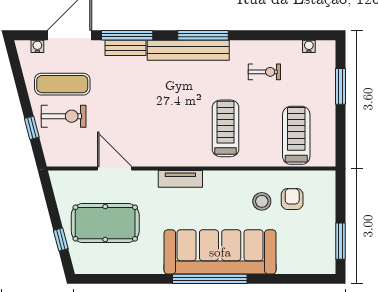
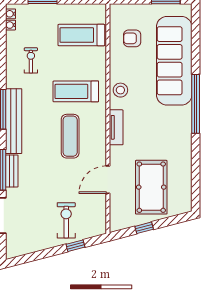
water cooler: (37, 46) -> (10, 14), moved
exercise mat: (62, 84) -> (70, 136), moved
stool: (262, 201) -> (120, 90), moved
window: (61, 239) -> (144, 228), moved
sofa: (220, 252) -> (174, 61), moved

